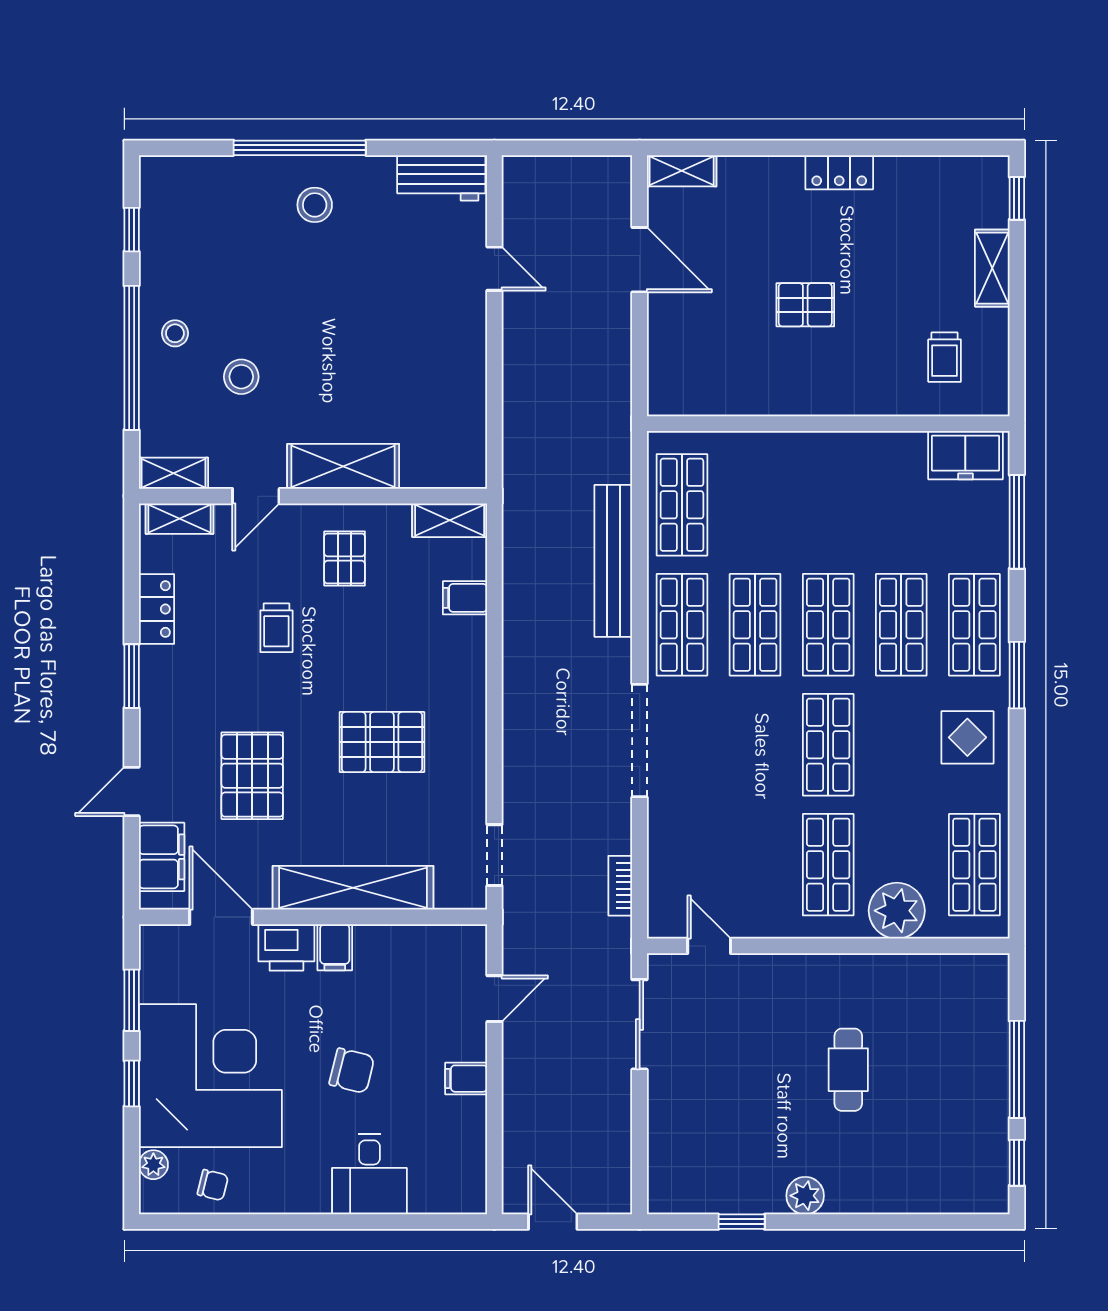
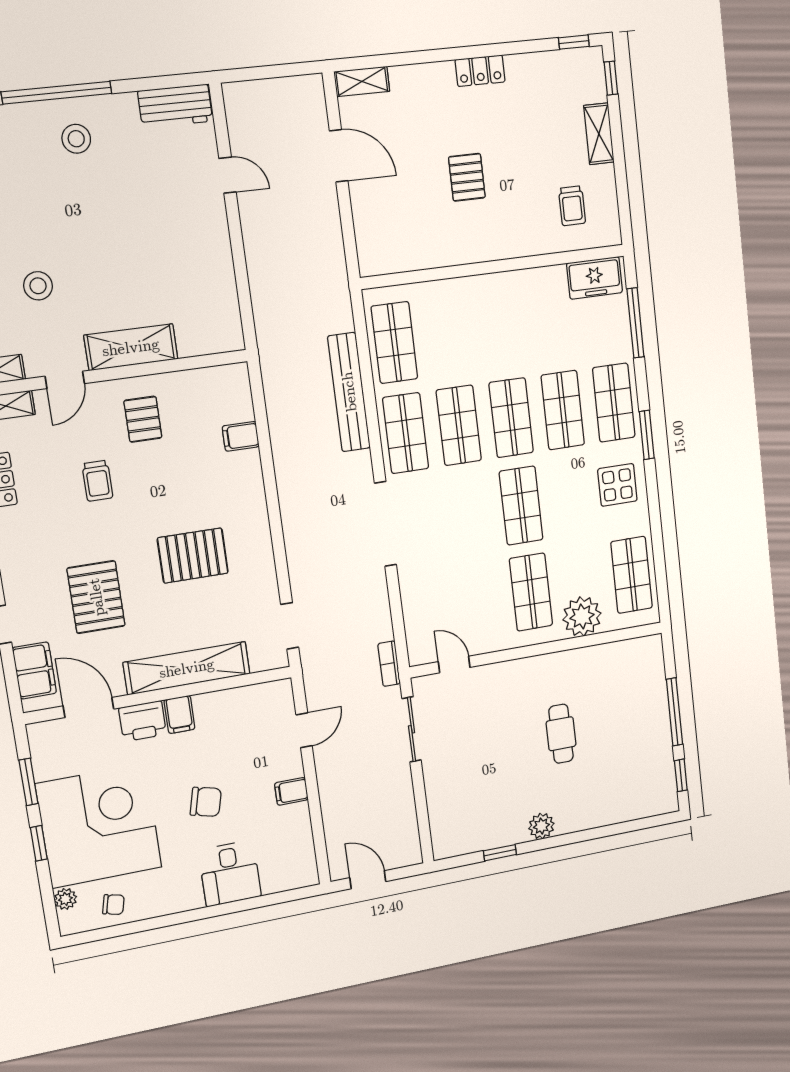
window: (971, 148) -> (574, 42), added
pallet: (805, 305) -> (467, 177), turned 90
shelving: (450, 520) -> (220, 378), removed
bookcase: (620, 886) -> (389, 664), moved

